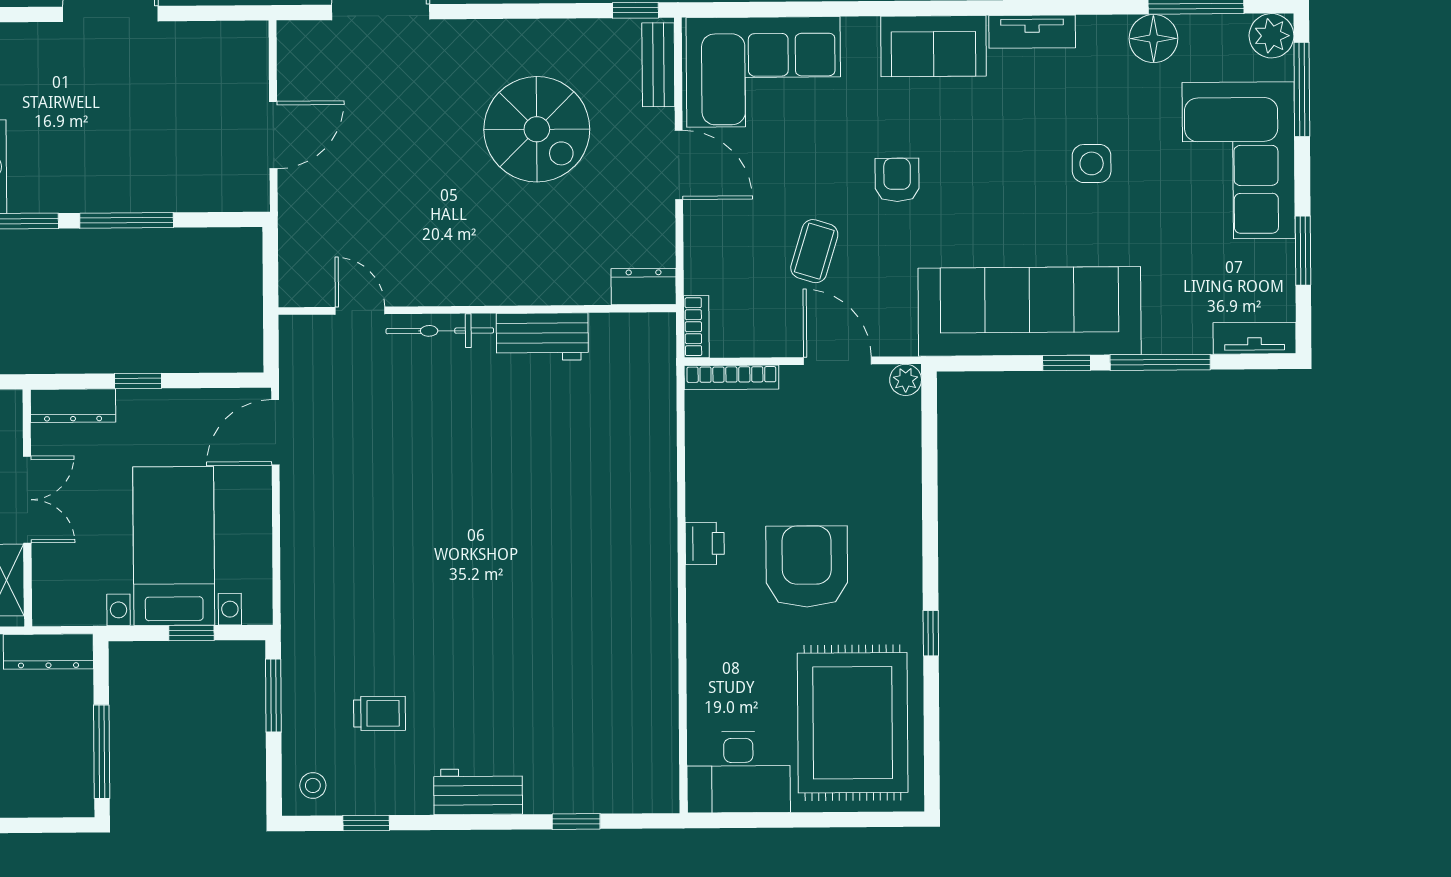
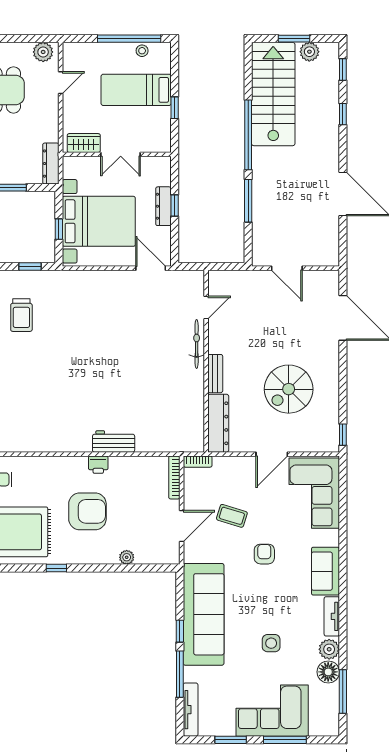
plant: (1272, 36) -> (329, 649), moved
bench: (658, 65) -> (215, 374), moved, turned 90
window: (1302, 89) -> (285, 740), moved
armchair: (897, 180) -> (264, 554), turned -90
dresser: (644, 287) -> (218, 423), width x1.96, depth x1.24
workbench: (542, 337) -> (114, 441), moved, turned 90
tv unit: (1255, 338) -> (191, 710), width x1.41
plant: (906, 380) -> (127, 557), moved
dresser: (73, 406) -> (163, 206), moved
bed with nightstands: (174, 546) -> (99, 221), width x1.36
window: (273, 696) -> (30, 266), width x0.67
trolley: (379, 713) -> (21, 315), width x1.36, depth x1.39

